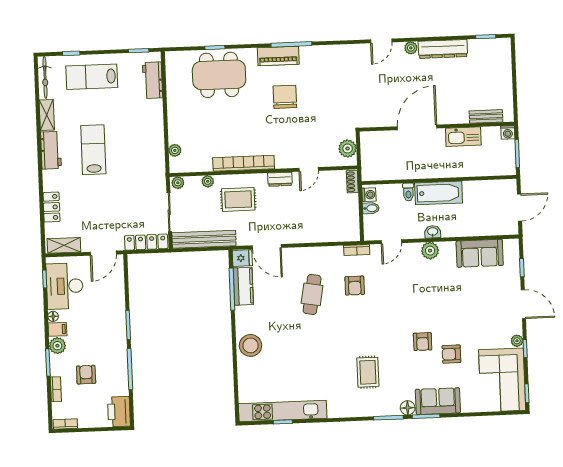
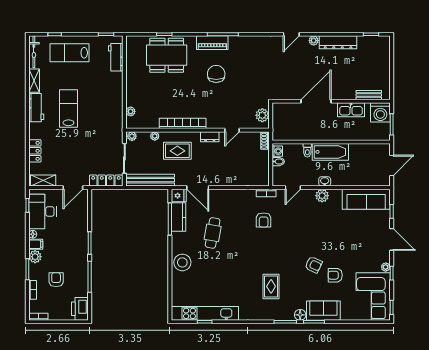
washing machine: (508, 132) -> (380, 112), width x1.89, depth x1.89
sofa: (480, 253) -> (366, 199), width x1.36
cafe table: (312, 294) -> (213, 233), moved
armchair: (423, 342) -> (314, 265), turned -65

